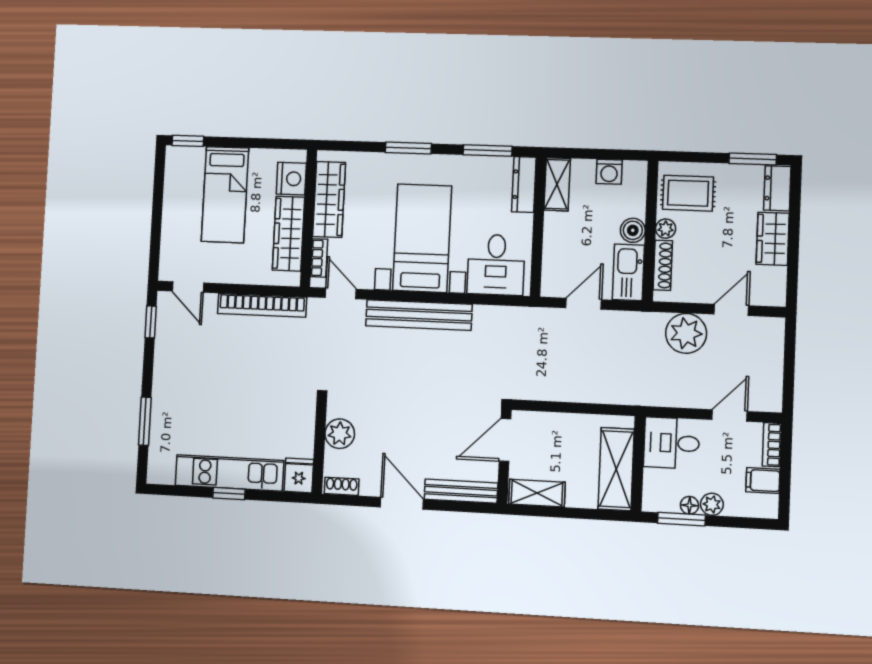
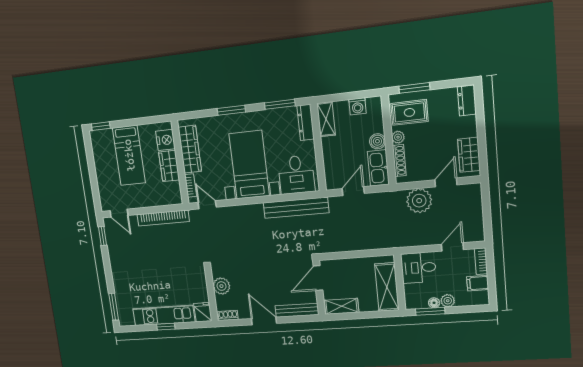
window: (753, 159) -> (414, 88), moved
wardrobe: (288, 234) -> (169, 166), width x0.67
wardrobe: (773, 239) -> (469, 155), moved
bench: (419, 315) -> (296, 208), moved
window: (145, 421) -> (114, 307), moved

